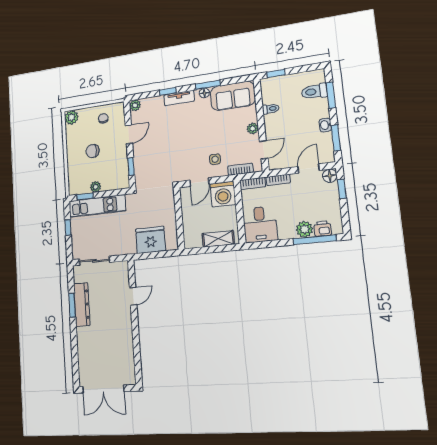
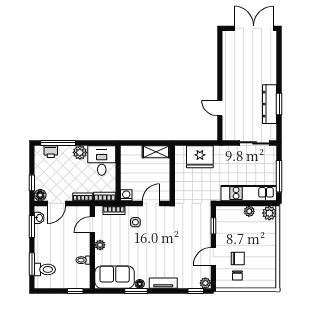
window: (168, 91) -> (196, 291), moved
plant: (71, 117) -> (269, 213), moved
washbasin: (325, 125) -> (39, 218), moved
chair: (92, 151) -> (238, 258), moved
washing machine: (223, 194) -> (126, 195), width x0.53, depth x0.53
window: (85, 196) -> (260, 203), removed
window: (68, 228) -> (279, 176), width x2.17
plant: (304, 229) -> (80, 152), moved
shelving: (218, 239) -> (156, 152), moved
door: (133, 296) -> (220, 108), hinge flipped

